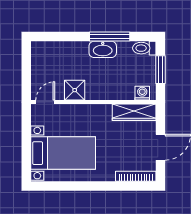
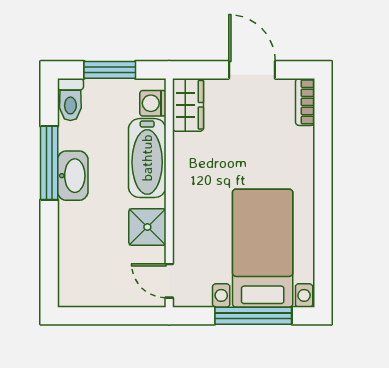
bathtub: (112, 90) -> (147, 158), added
wardrobe: (134, 112) -> (188, 105), width x0.67
window: (26, 148) -> (253, 316), added
bookcase: (136, 176) -> (305, 102), width x0.64

